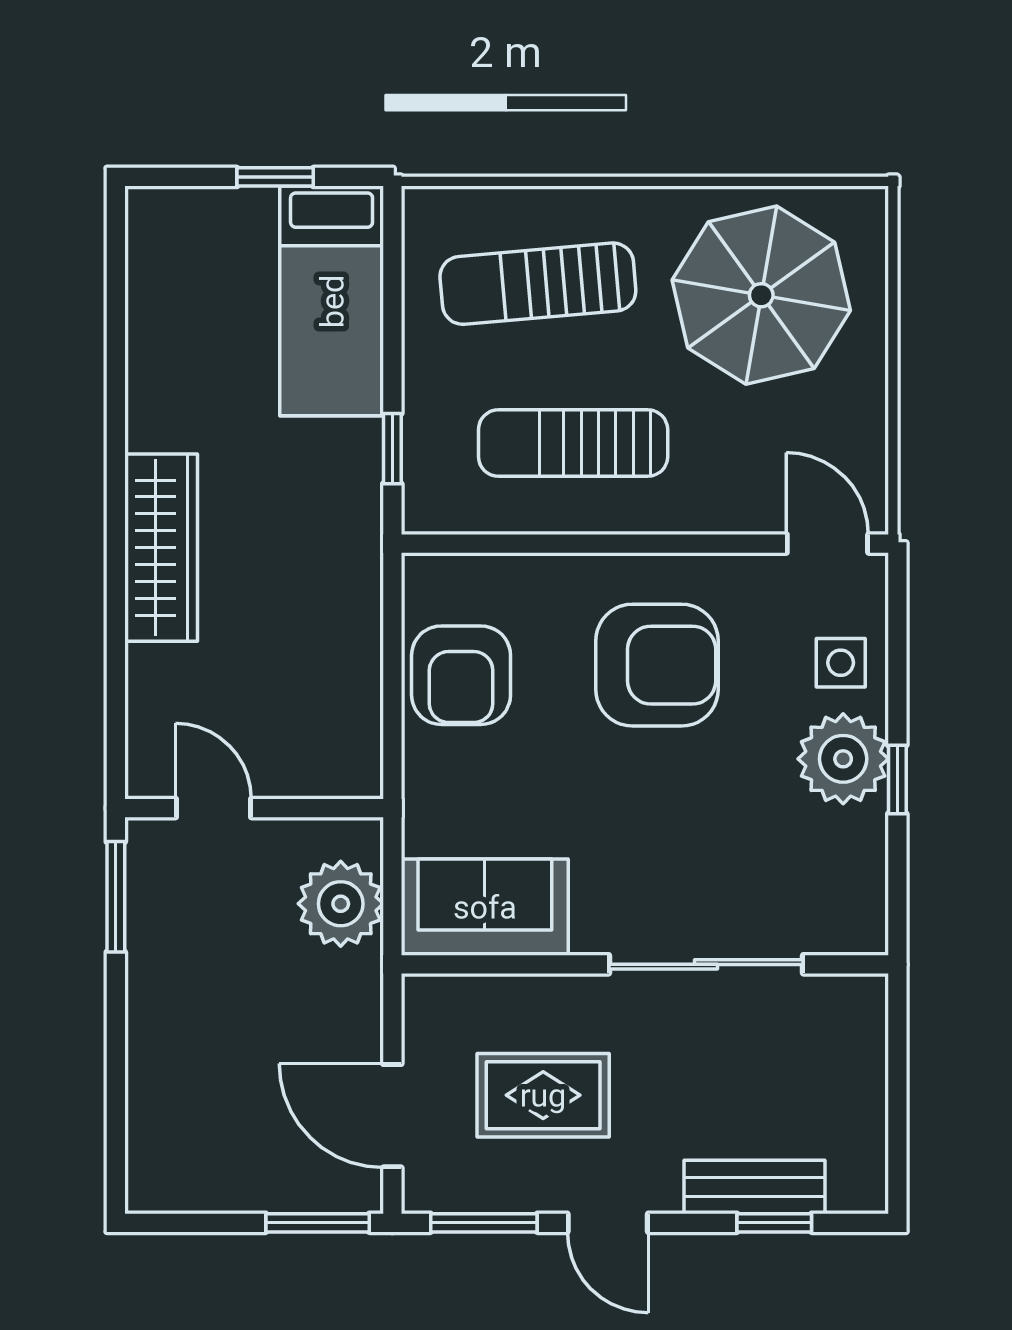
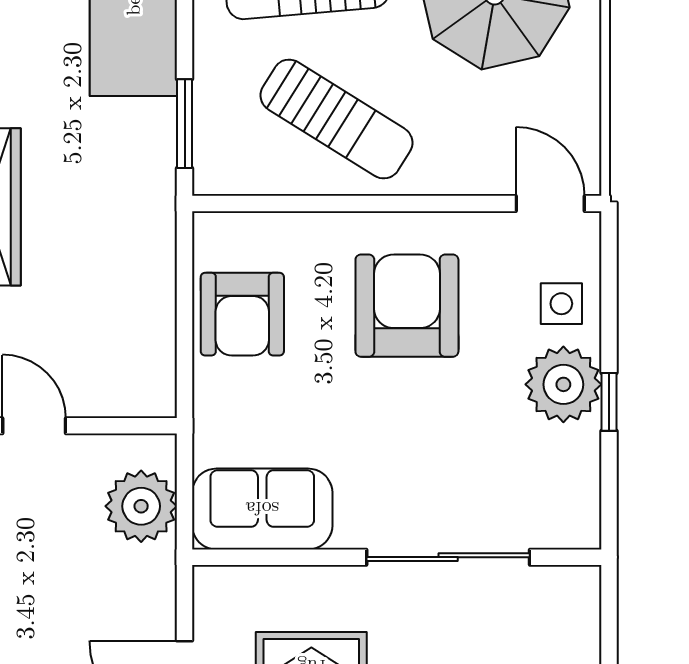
sun lounger: (573, 443) -> (336, 119), turned -148
window: (392, 449) -> (185, 124), width x1.50
armchair: (657, 665) -> (407, 306), turned -90

